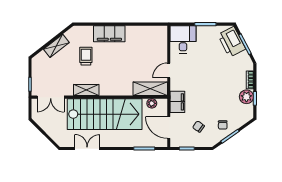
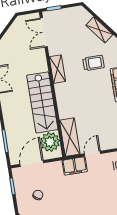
door: (169, 70) -> (93, 154), hinge flipped
filing cabinet: (177, 102) -> (75, 166), moved
plant: (152, 103) -> (50, 142), width x1.88, depth x1.88
stairs: (105, 114) -> (42, 102), width x0.73, depth x0.66

